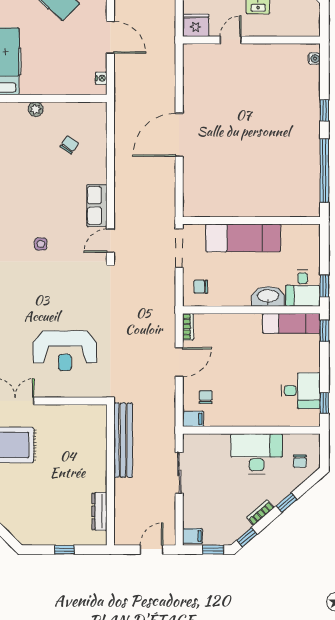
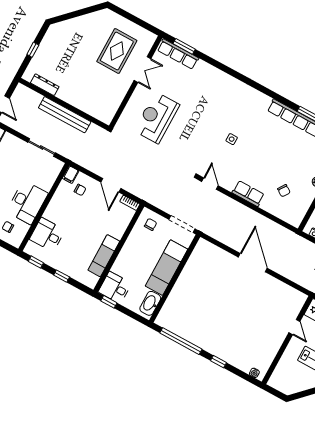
row of seats: (97, 205) -> (248, 194), moved
washbasin: (268, 296) -> (150, 303), moved, turned 180
exam couch: (291, 323) -> (104, 256), moved
window: (324, 331) -> (62, 276), moved
desk: (301, 391) -> (47, 235), moved, turned 90
bench: (123, 440) -> (65, 115), moved

